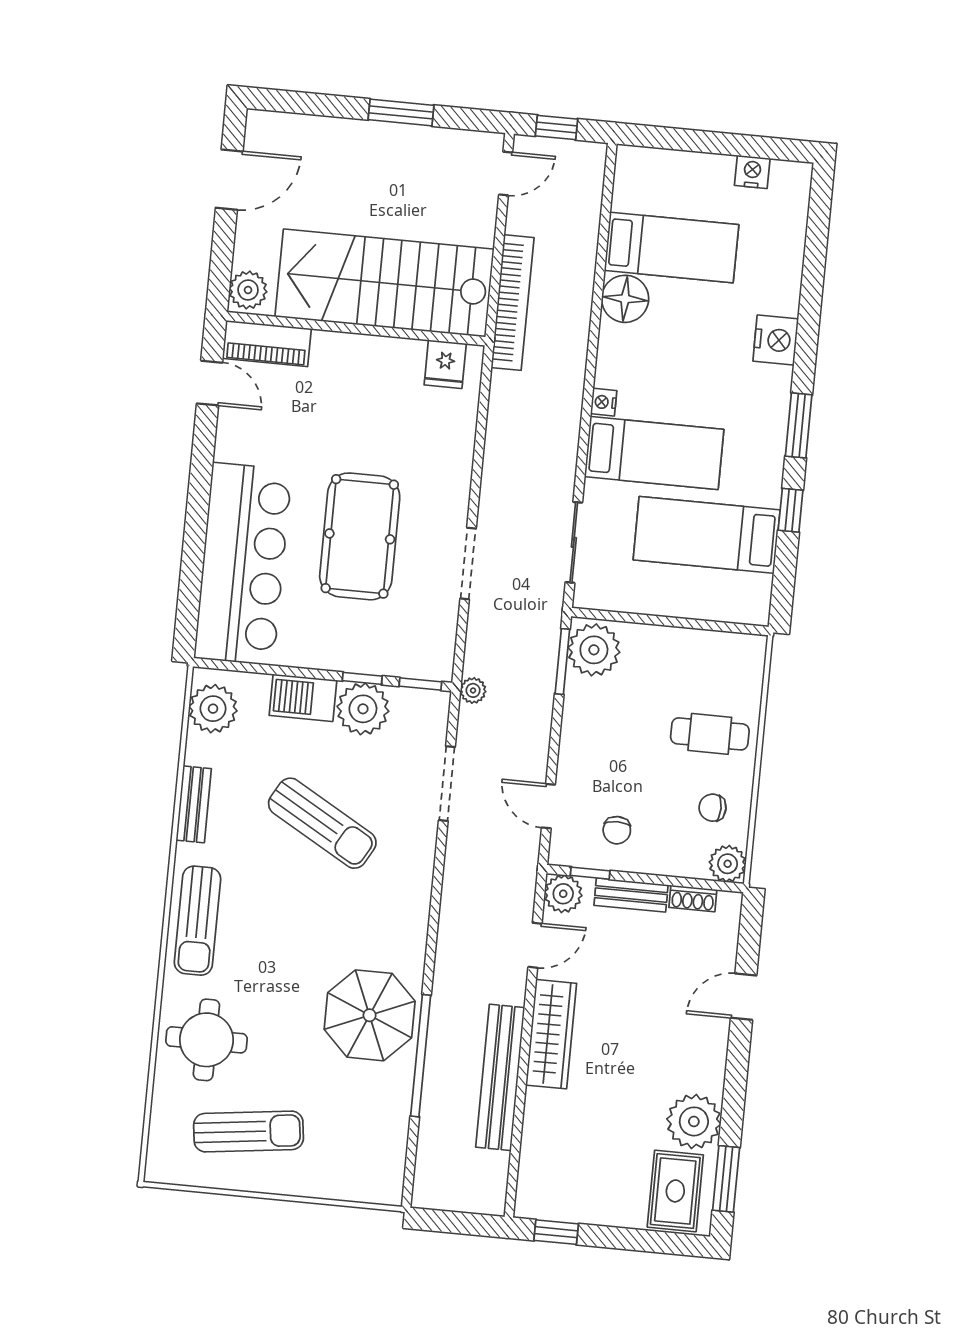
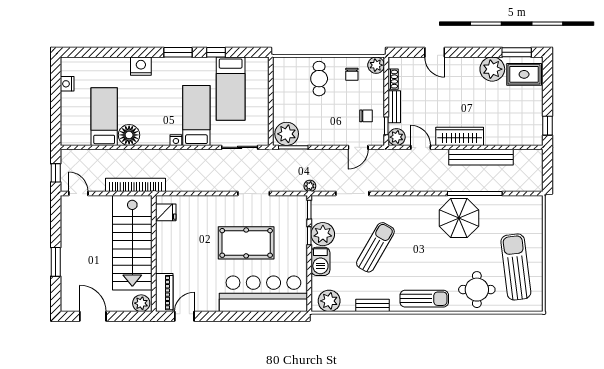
window: (401, 112) -> (56, 262), moved
sun lounger: (249, 1131) -> (516, 267), width x1.36, depth x1.34

